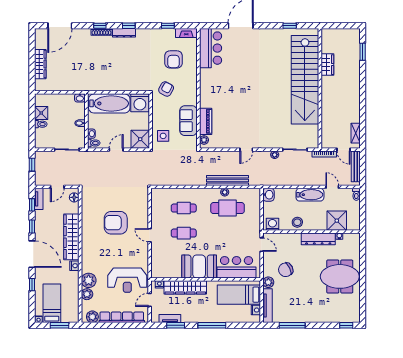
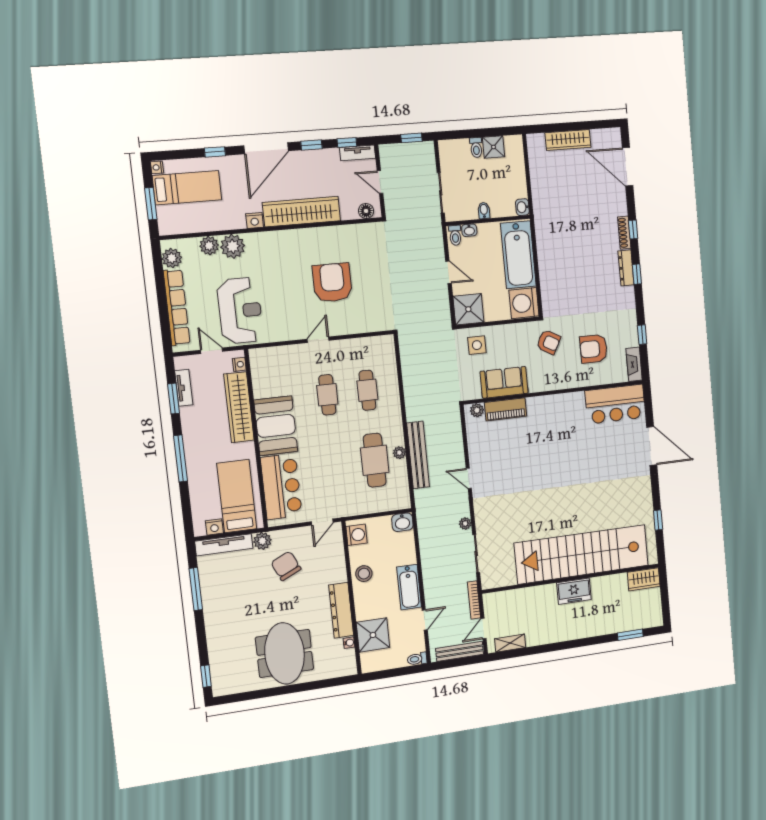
wardrobe: (327, 65) -> (644, 579), moved
freezer: (328, 87) -> (574, 591), added
reception desk: (127, 280) -> (240, 311), turned 180

